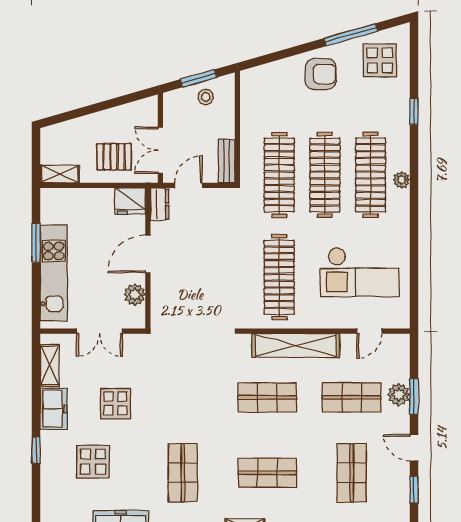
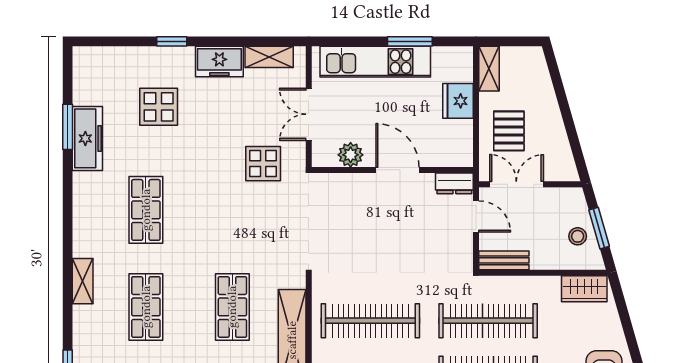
wardrobe: (251, 91) -> (584, 289), added
fridge: (130, 201) -> (458, 101), moved
display table: (116, 403) -> (263, 164), moved
shop shelf: (183, 473) -> (146, 210), turned 90

